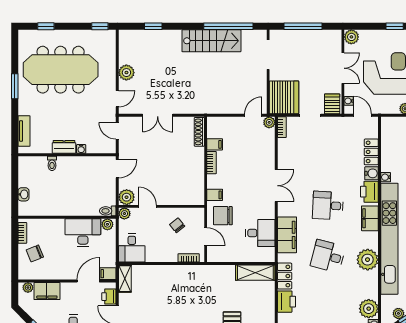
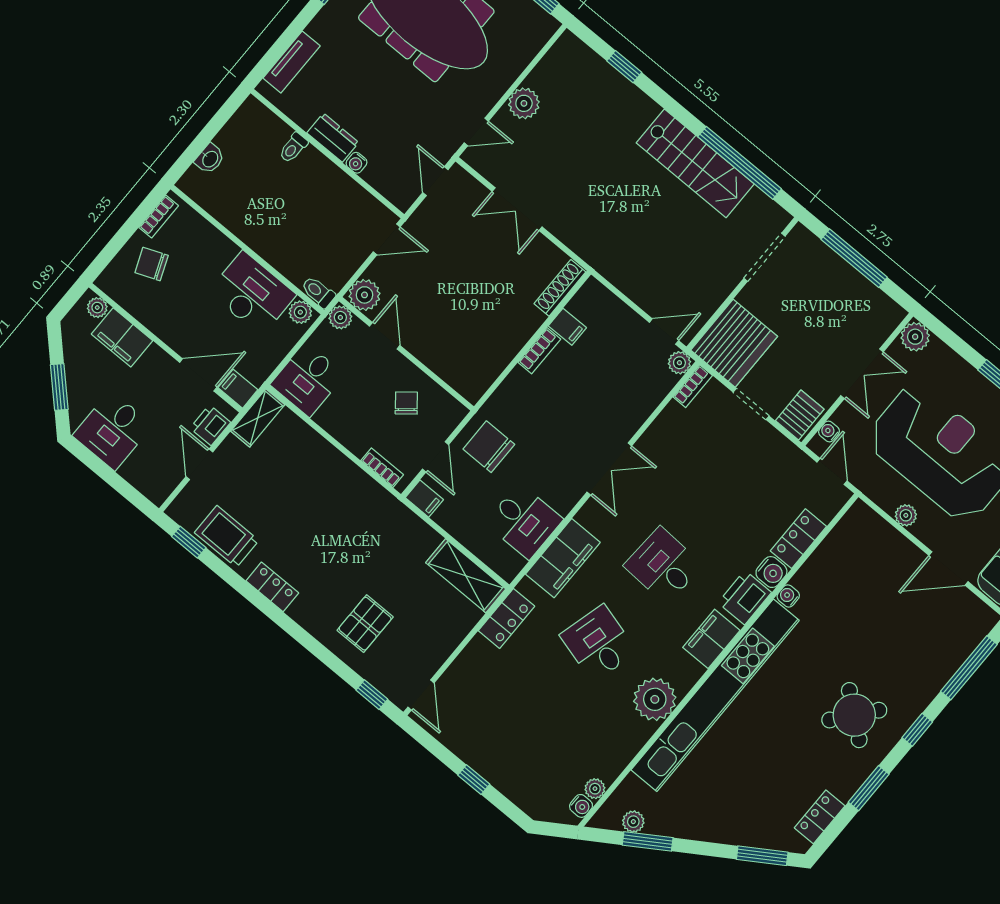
filing cabinet: (215, 195) -> (424, 499), moved
printer: (286, 302) -> (477, 660), removed
plant: (369, 309) -> (595, 789), width x0.53, depth x0.53

